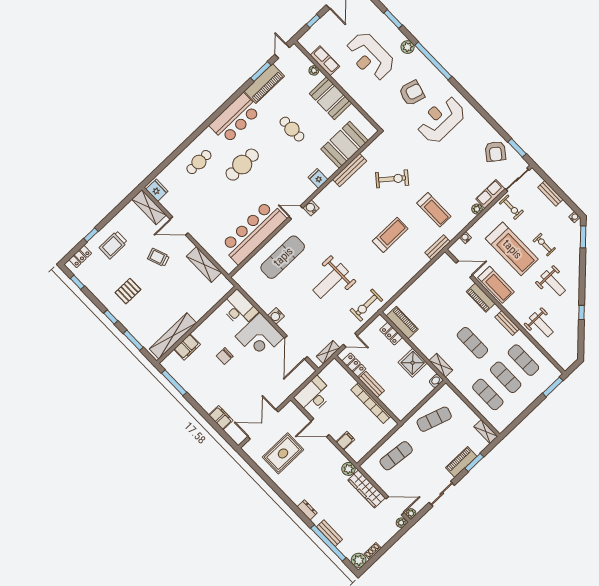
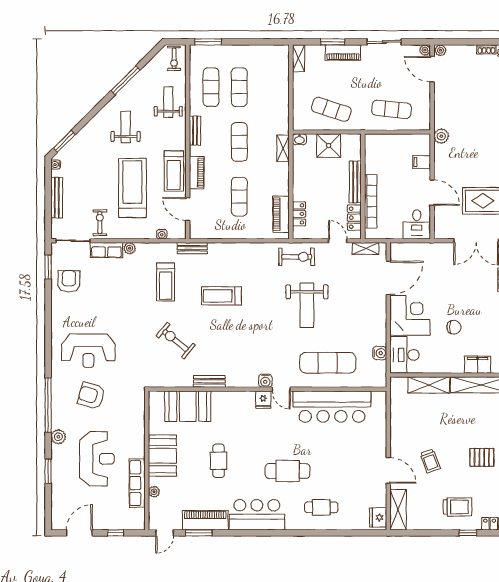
row of seats: (325, 61) -> (137, 483), width x1.48
armchair: (495, 151) -> (69, 281), turned -36
bench: (350, 170) -> (209, 381), width x0.73
fridge: (318, 178) -> (263, 400), moved
bench: (550, 193) -> (57, 198), width x1.36
treadmill: (434, 210) -> (166, 282), turned 180
exercise bike: (544, 245) -> (174, 58), moved
shelving: (204, 264) -> (429, 385), moved, turned 90
weight bench: (331, 281) -> (307, 305), turned 90
treadmill: (496, 285) -> (174, 171), turned 180
window: (582, 312) -> (125, 80), width x2.17
water cooler: (276, 316) -> (380, 353), moved
shower: (413, 363) -> (329, 146), moved
bench: (372, 384) -> (355, 182), width x1.36
exercise mat: (488, 394) -> (239, 197), moved
desk: (314, 395) -> (417, 224), width x0.73
bookcase: (371, 403) -> (371, 201), moved
wardrobe: (366, 489) -> (442, 105), removed

